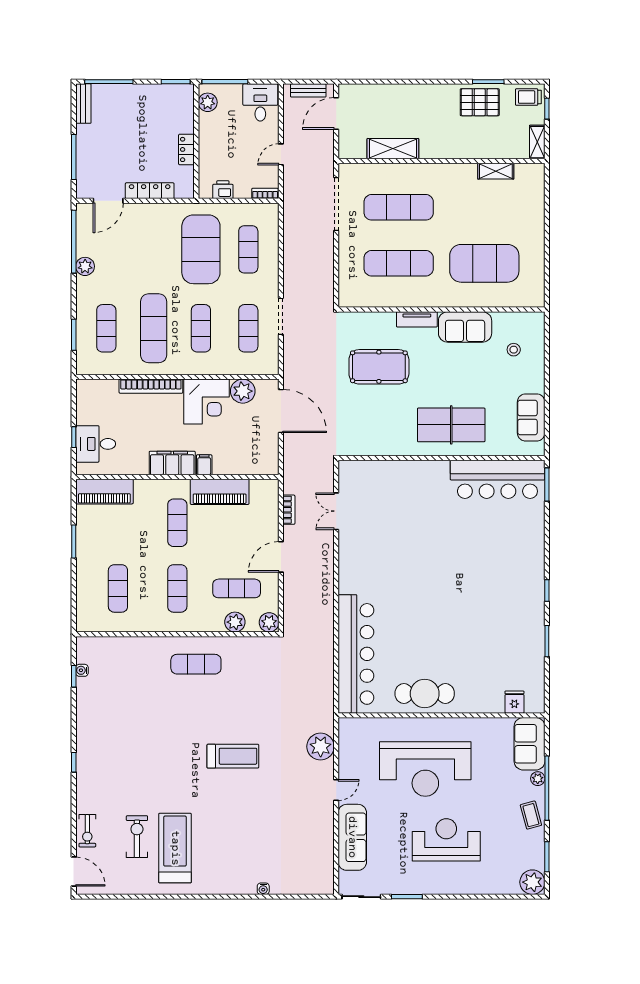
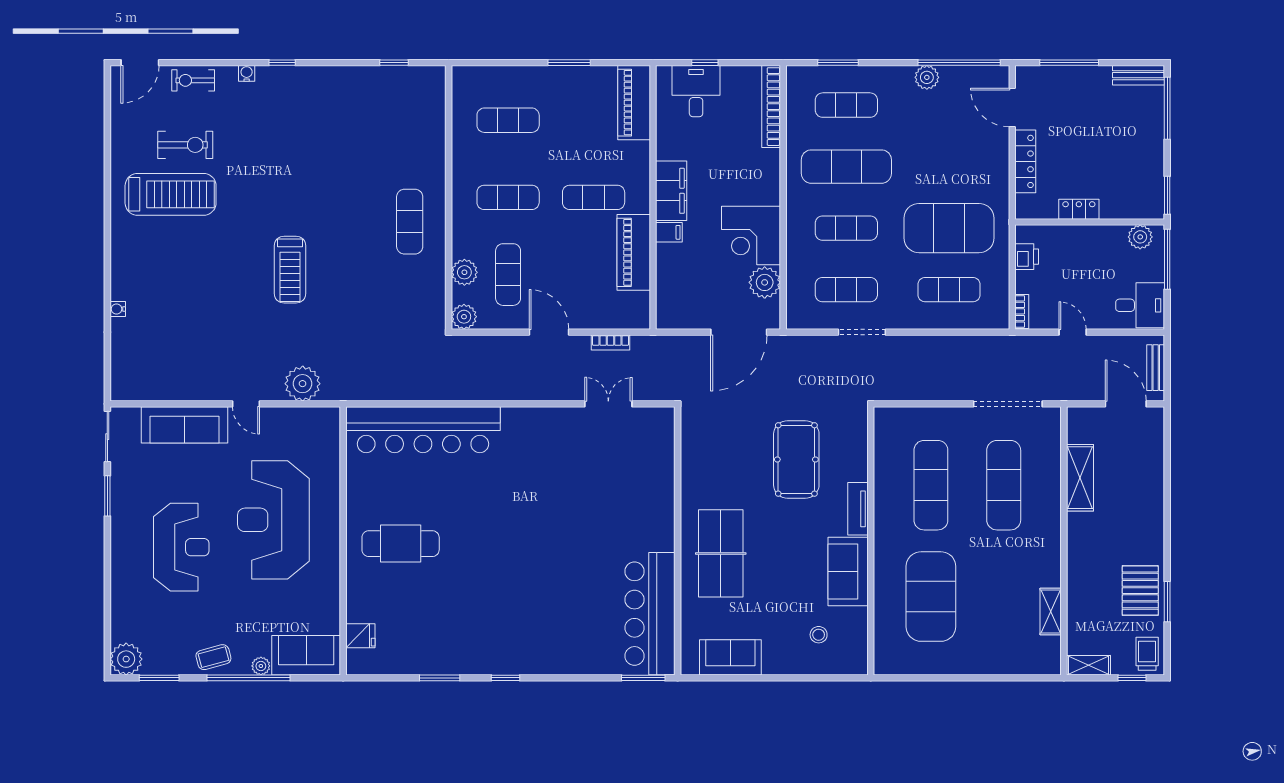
bookcase: (151, 386) -> (771, 107), moved
water cooler: (82, 670) -> (247, 73), moved
cafe table: (425, 694) -> (401, 544), moved, turned 90

